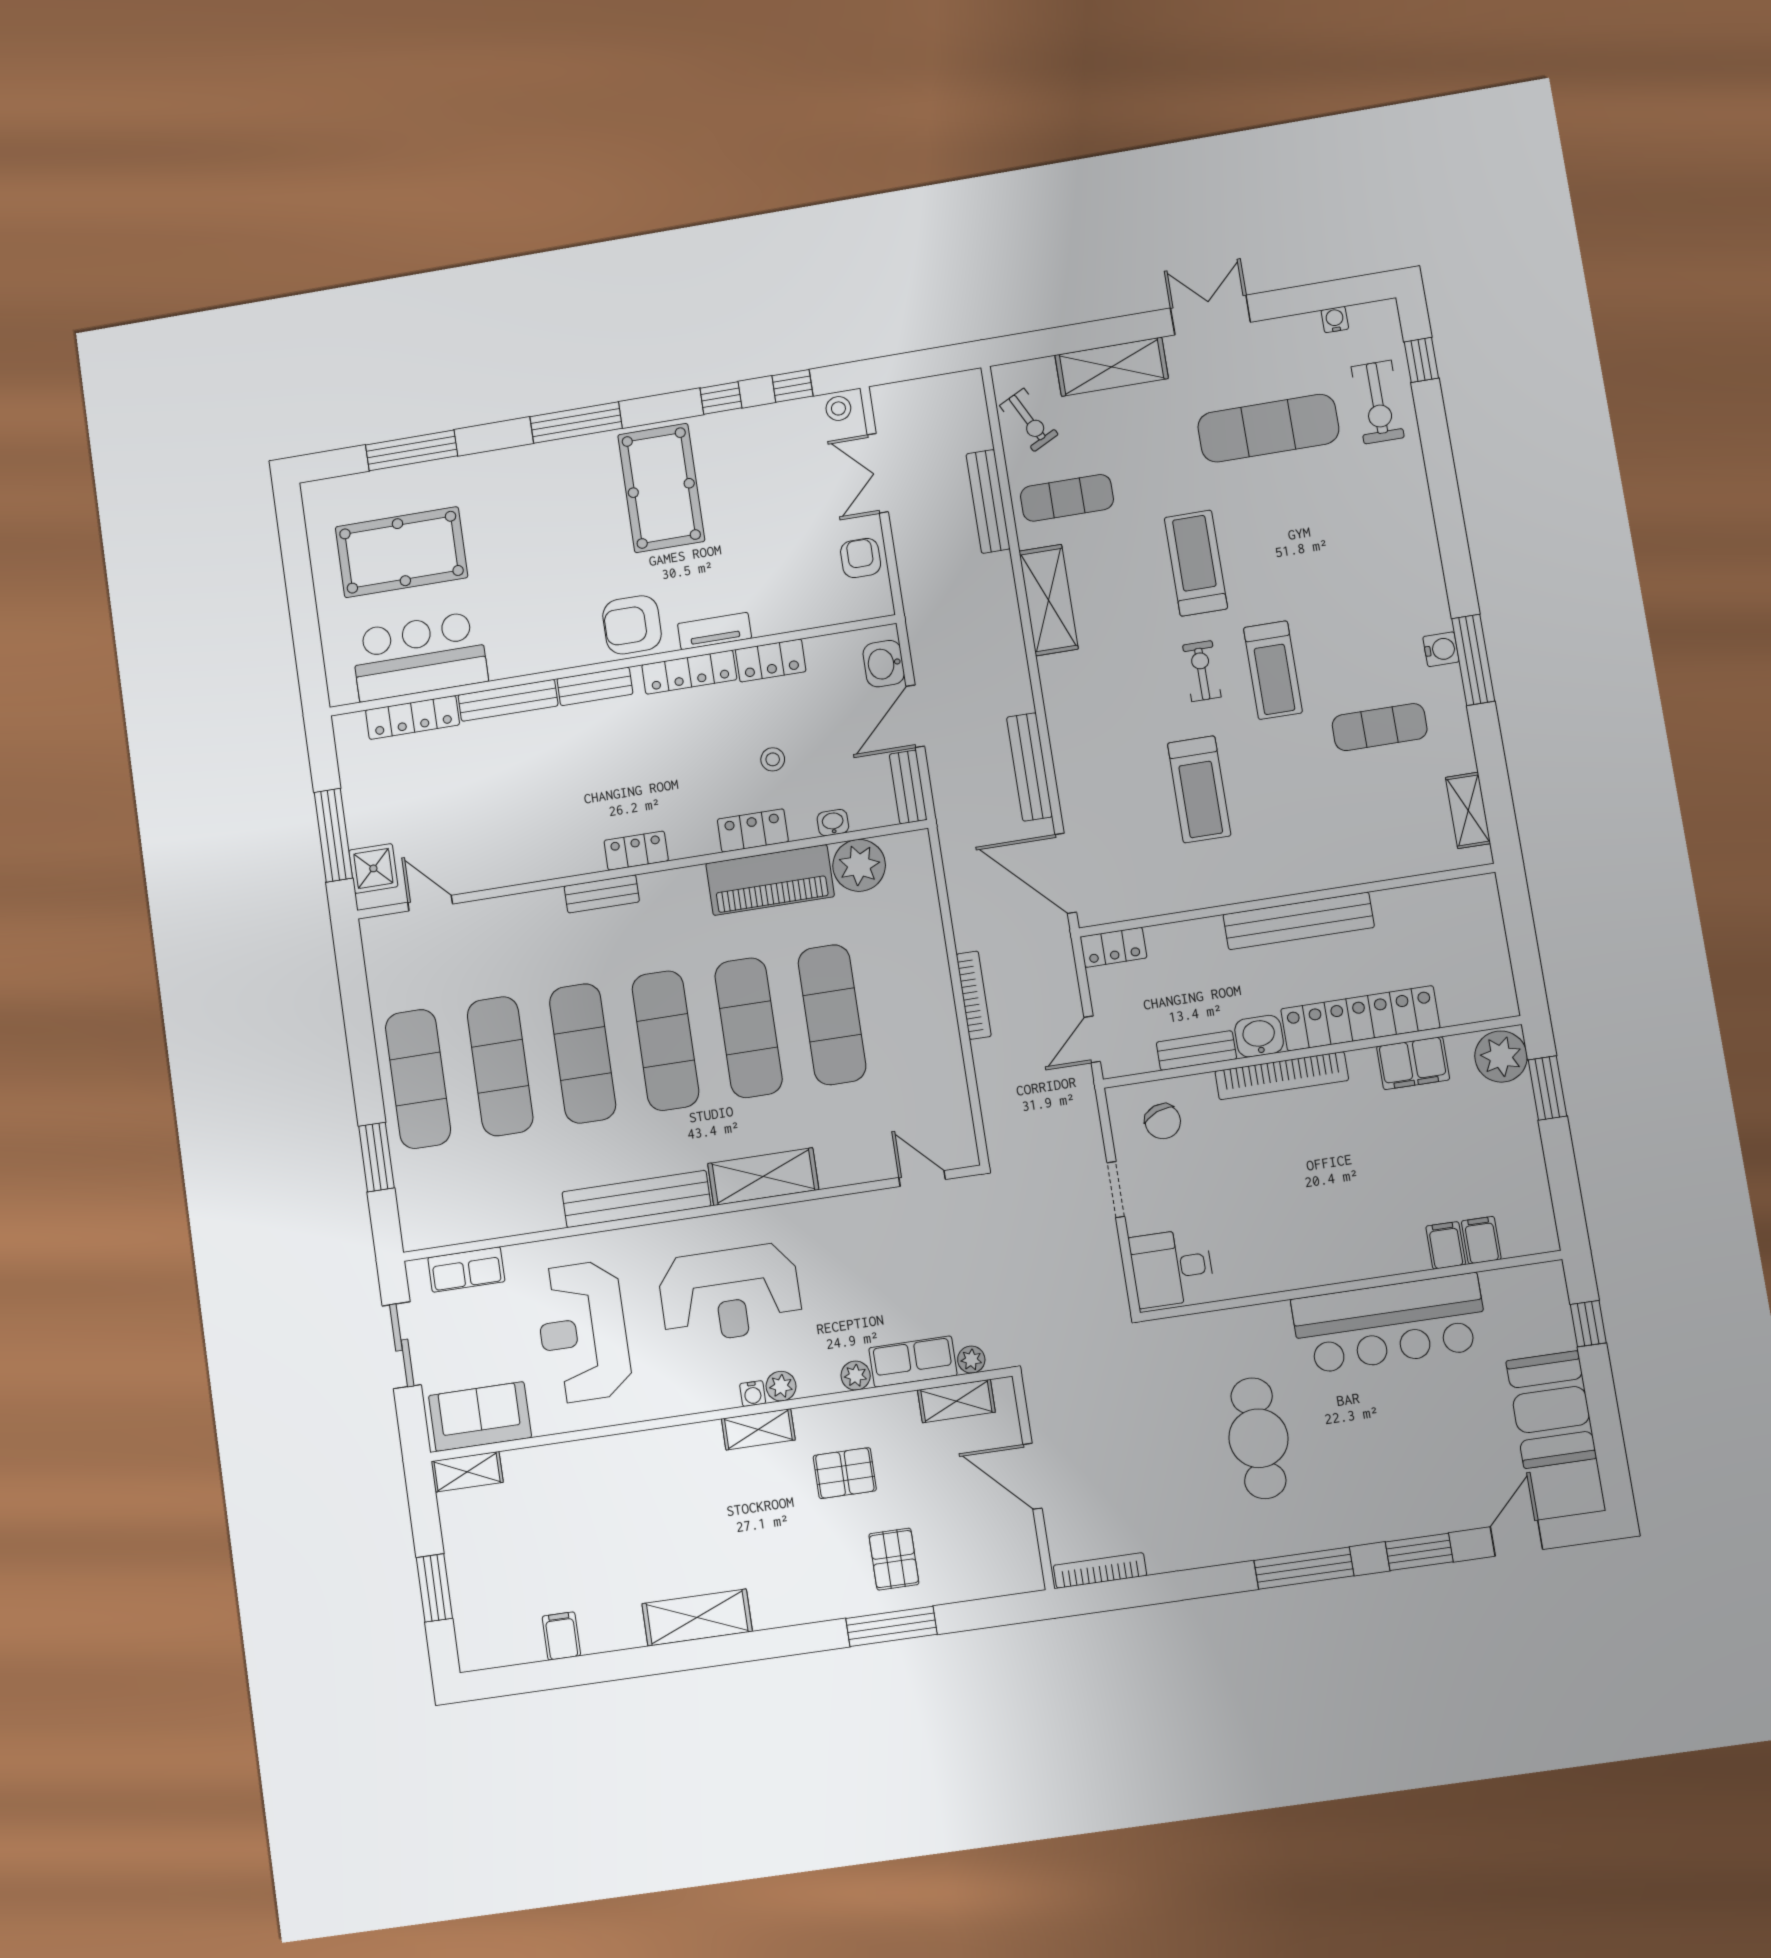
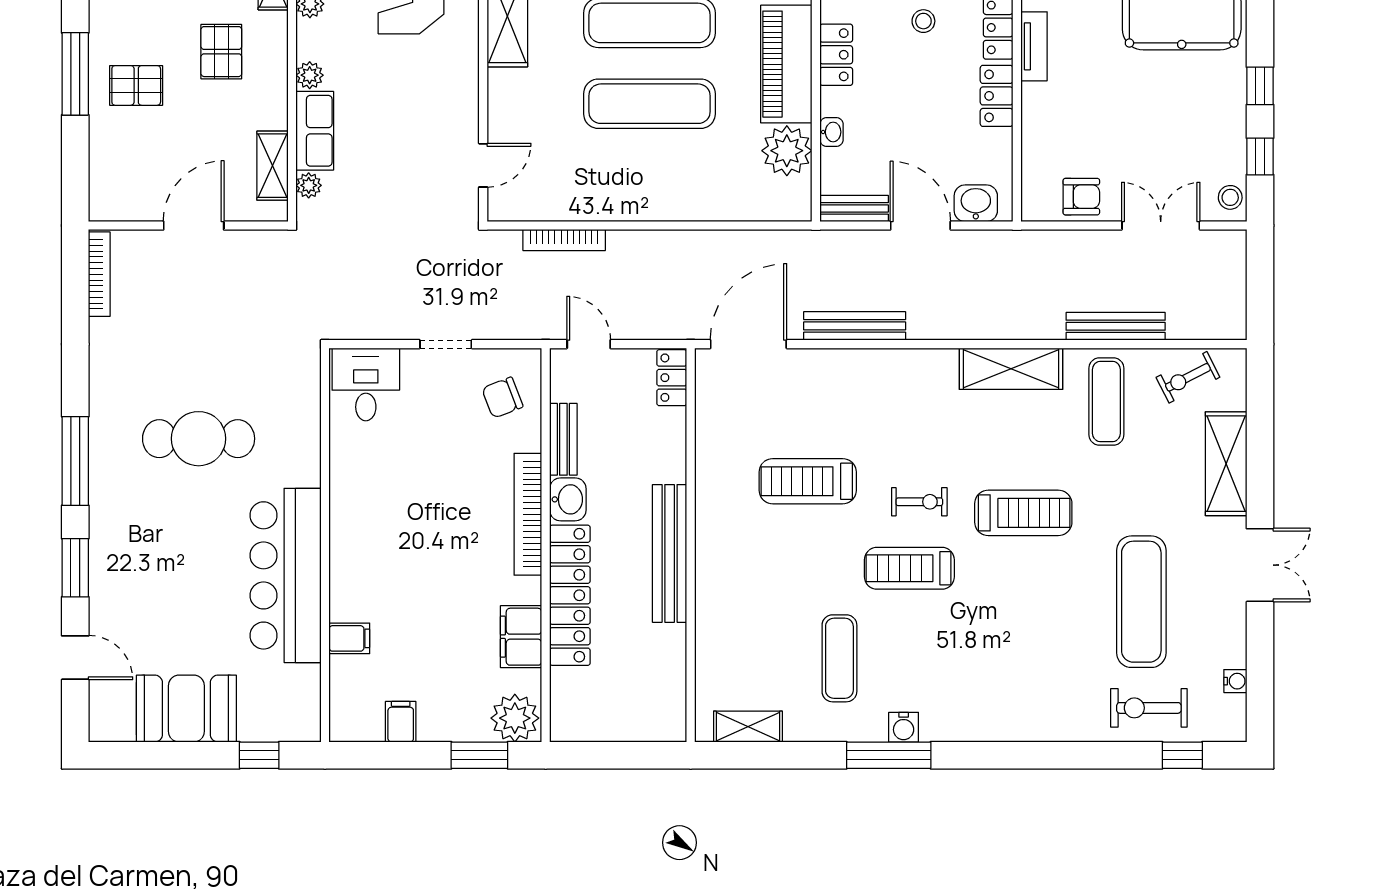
stool: (773, 759) -> (923, 21), moved
bookcase: (974, 995) -> (564, 240), moved
filing cabinet: (1481, 1240) -> (401, 722), moved, turned -90

